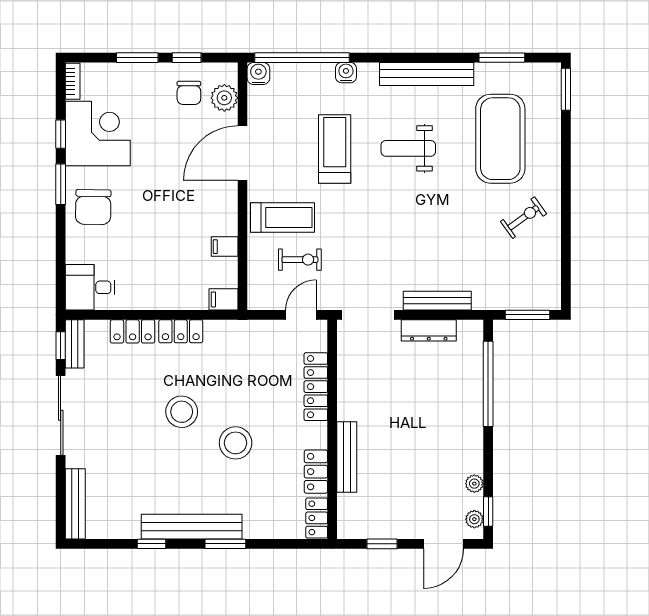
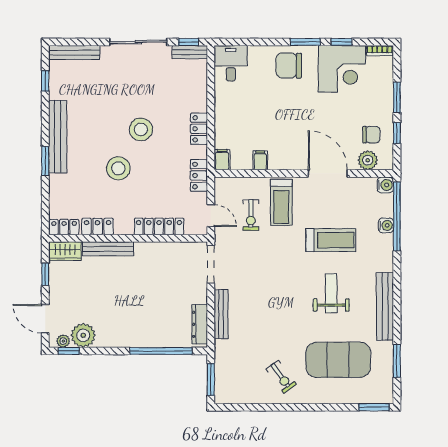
water cooler: (346, 73) -> (386, 225), moved
chair: (189, 93) -> (371, 135), turned 180
dresser: (429, 330) -> (200, 324), moved
locker: (133, 331) -> (199, 175), moved
plant: (474, 484) -> (83, 335), width x1.87, depth x1.87
wardrobe: (350, 517) -> (65, 251), added
window: (152, 544) -> (45, 81), moved

